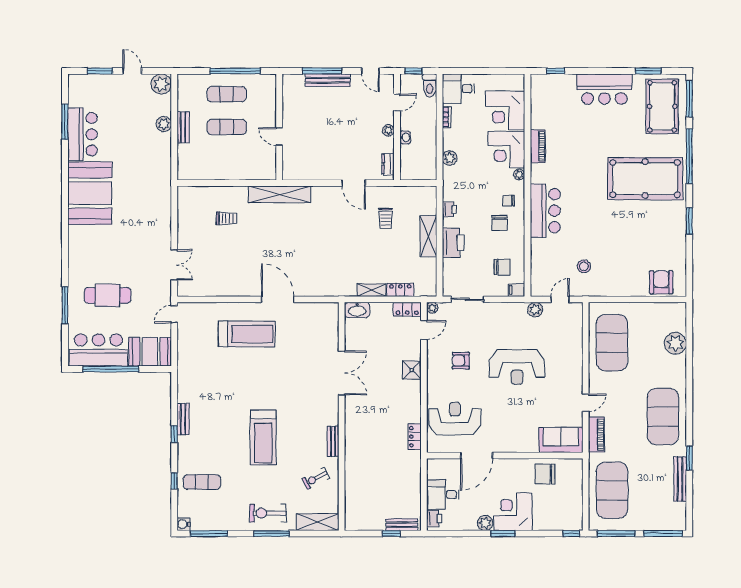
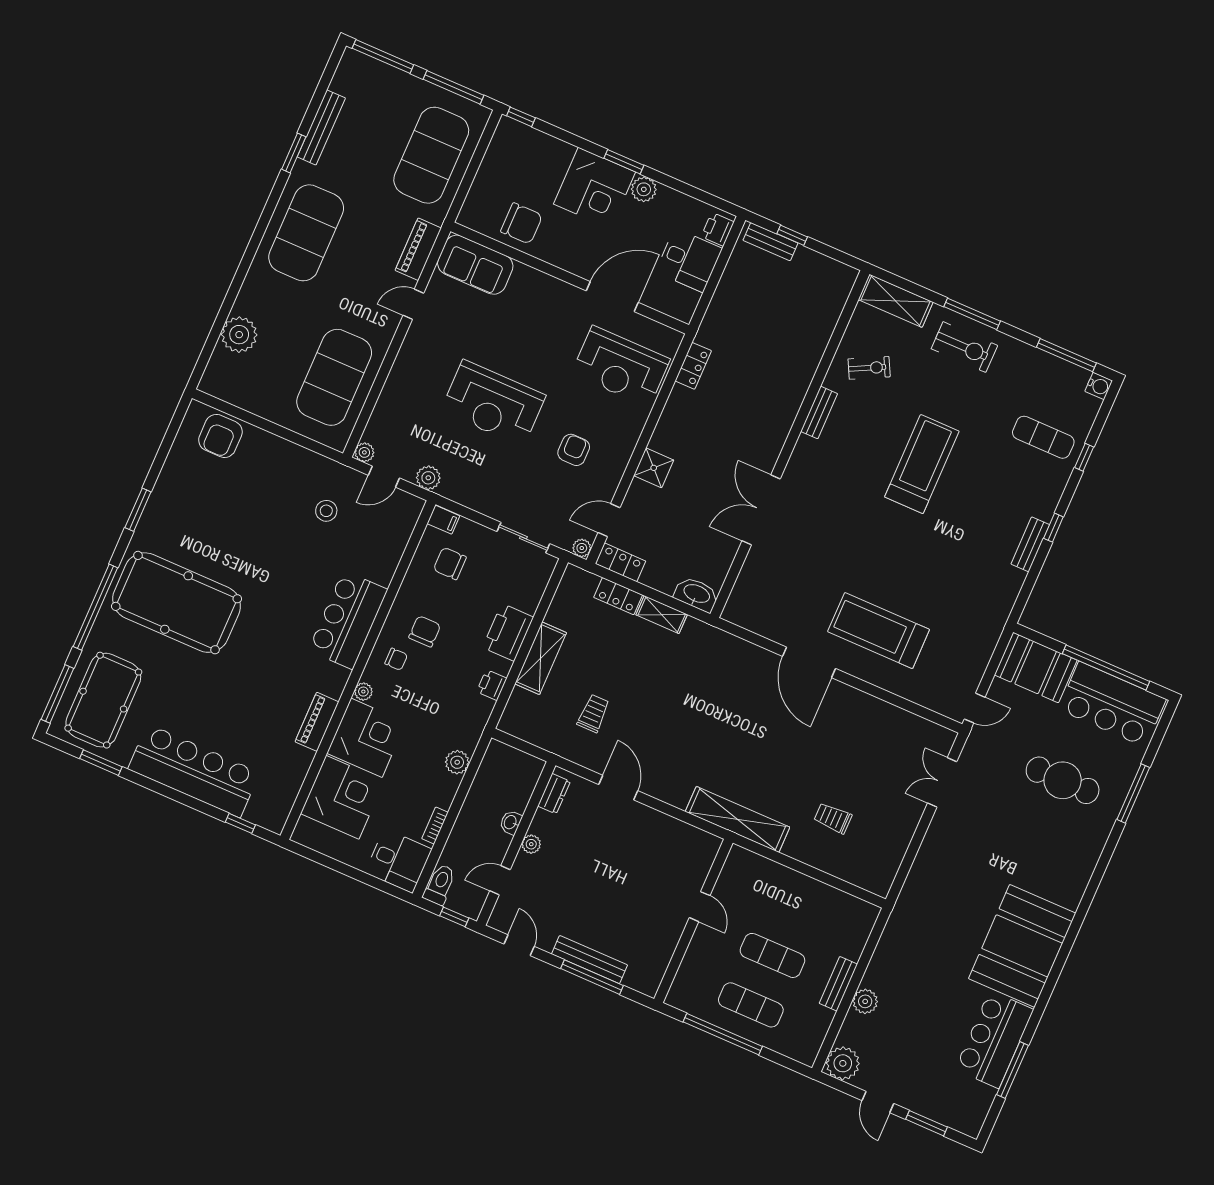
bar counter: (604, 89) -> (194, 771), width x1.36
plant: (577, 308) -> (364, 452), added
armchair: (461, 361) -> (574, 450), turned -90
reception desk: (517, 367) -> (493, 403), turned 180

